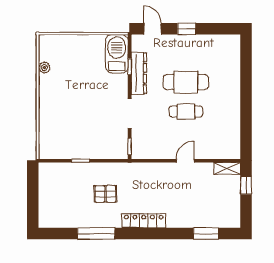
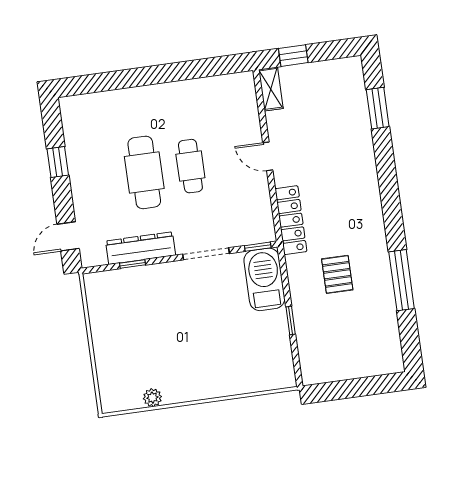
window: (187, 29) -> (58, 162), moved
barbecue: (117, 54) -> (264, 279), moved, turned 90
locker: (144, 221) -> (291, 220), moved, turned 180

